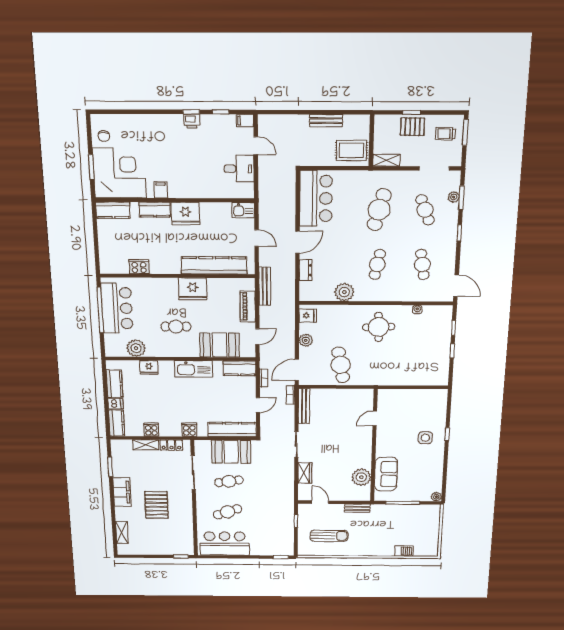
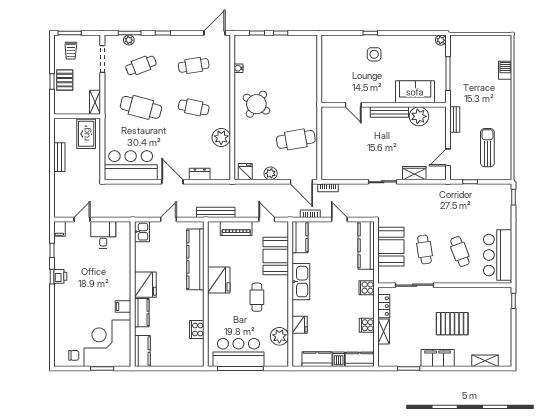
round table: (379, 327) -> (256, 104), turned 36
bench: (304, 406) -> (389, 112), moved

